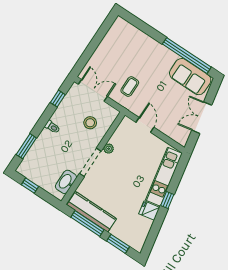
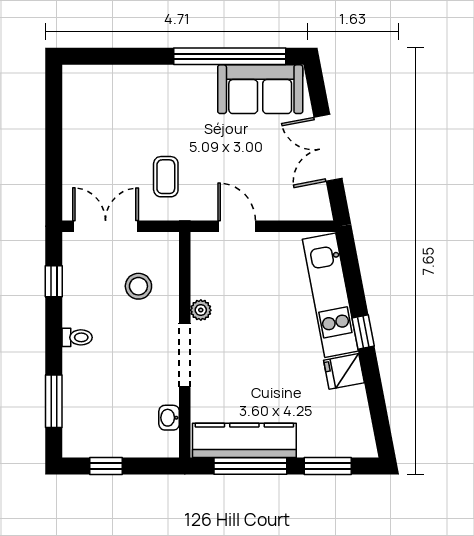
washbasin: (66, 182) -> (169, 418), width x0.52, depth x0.69

